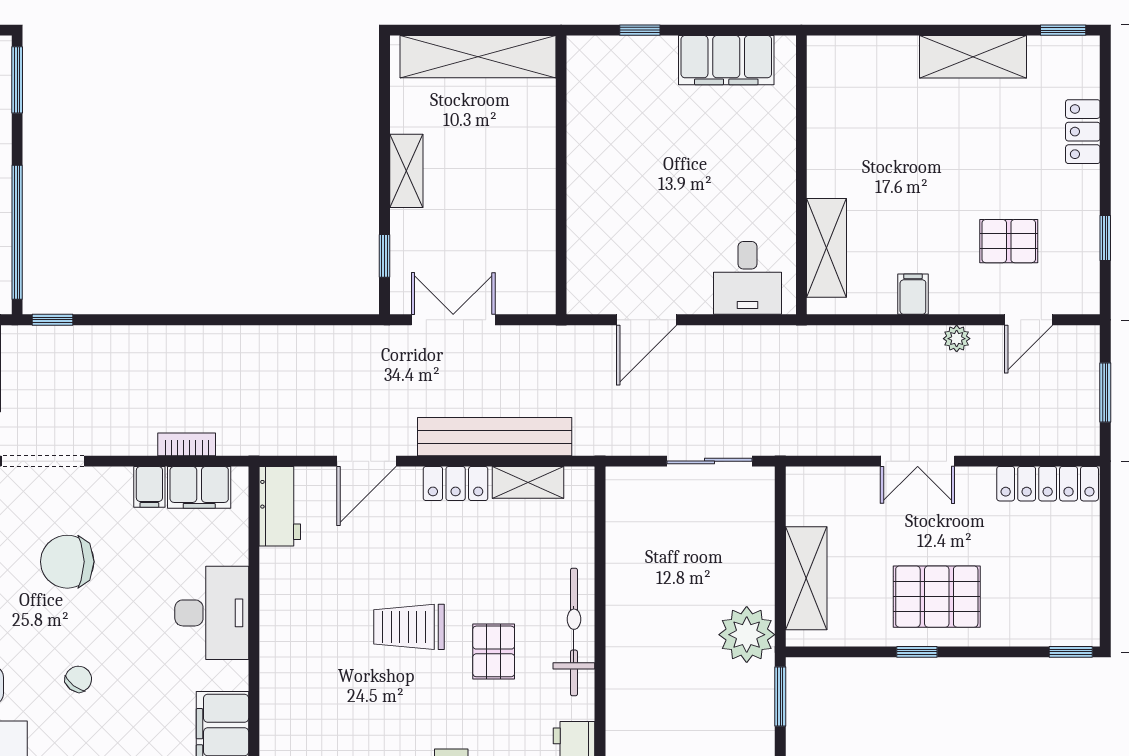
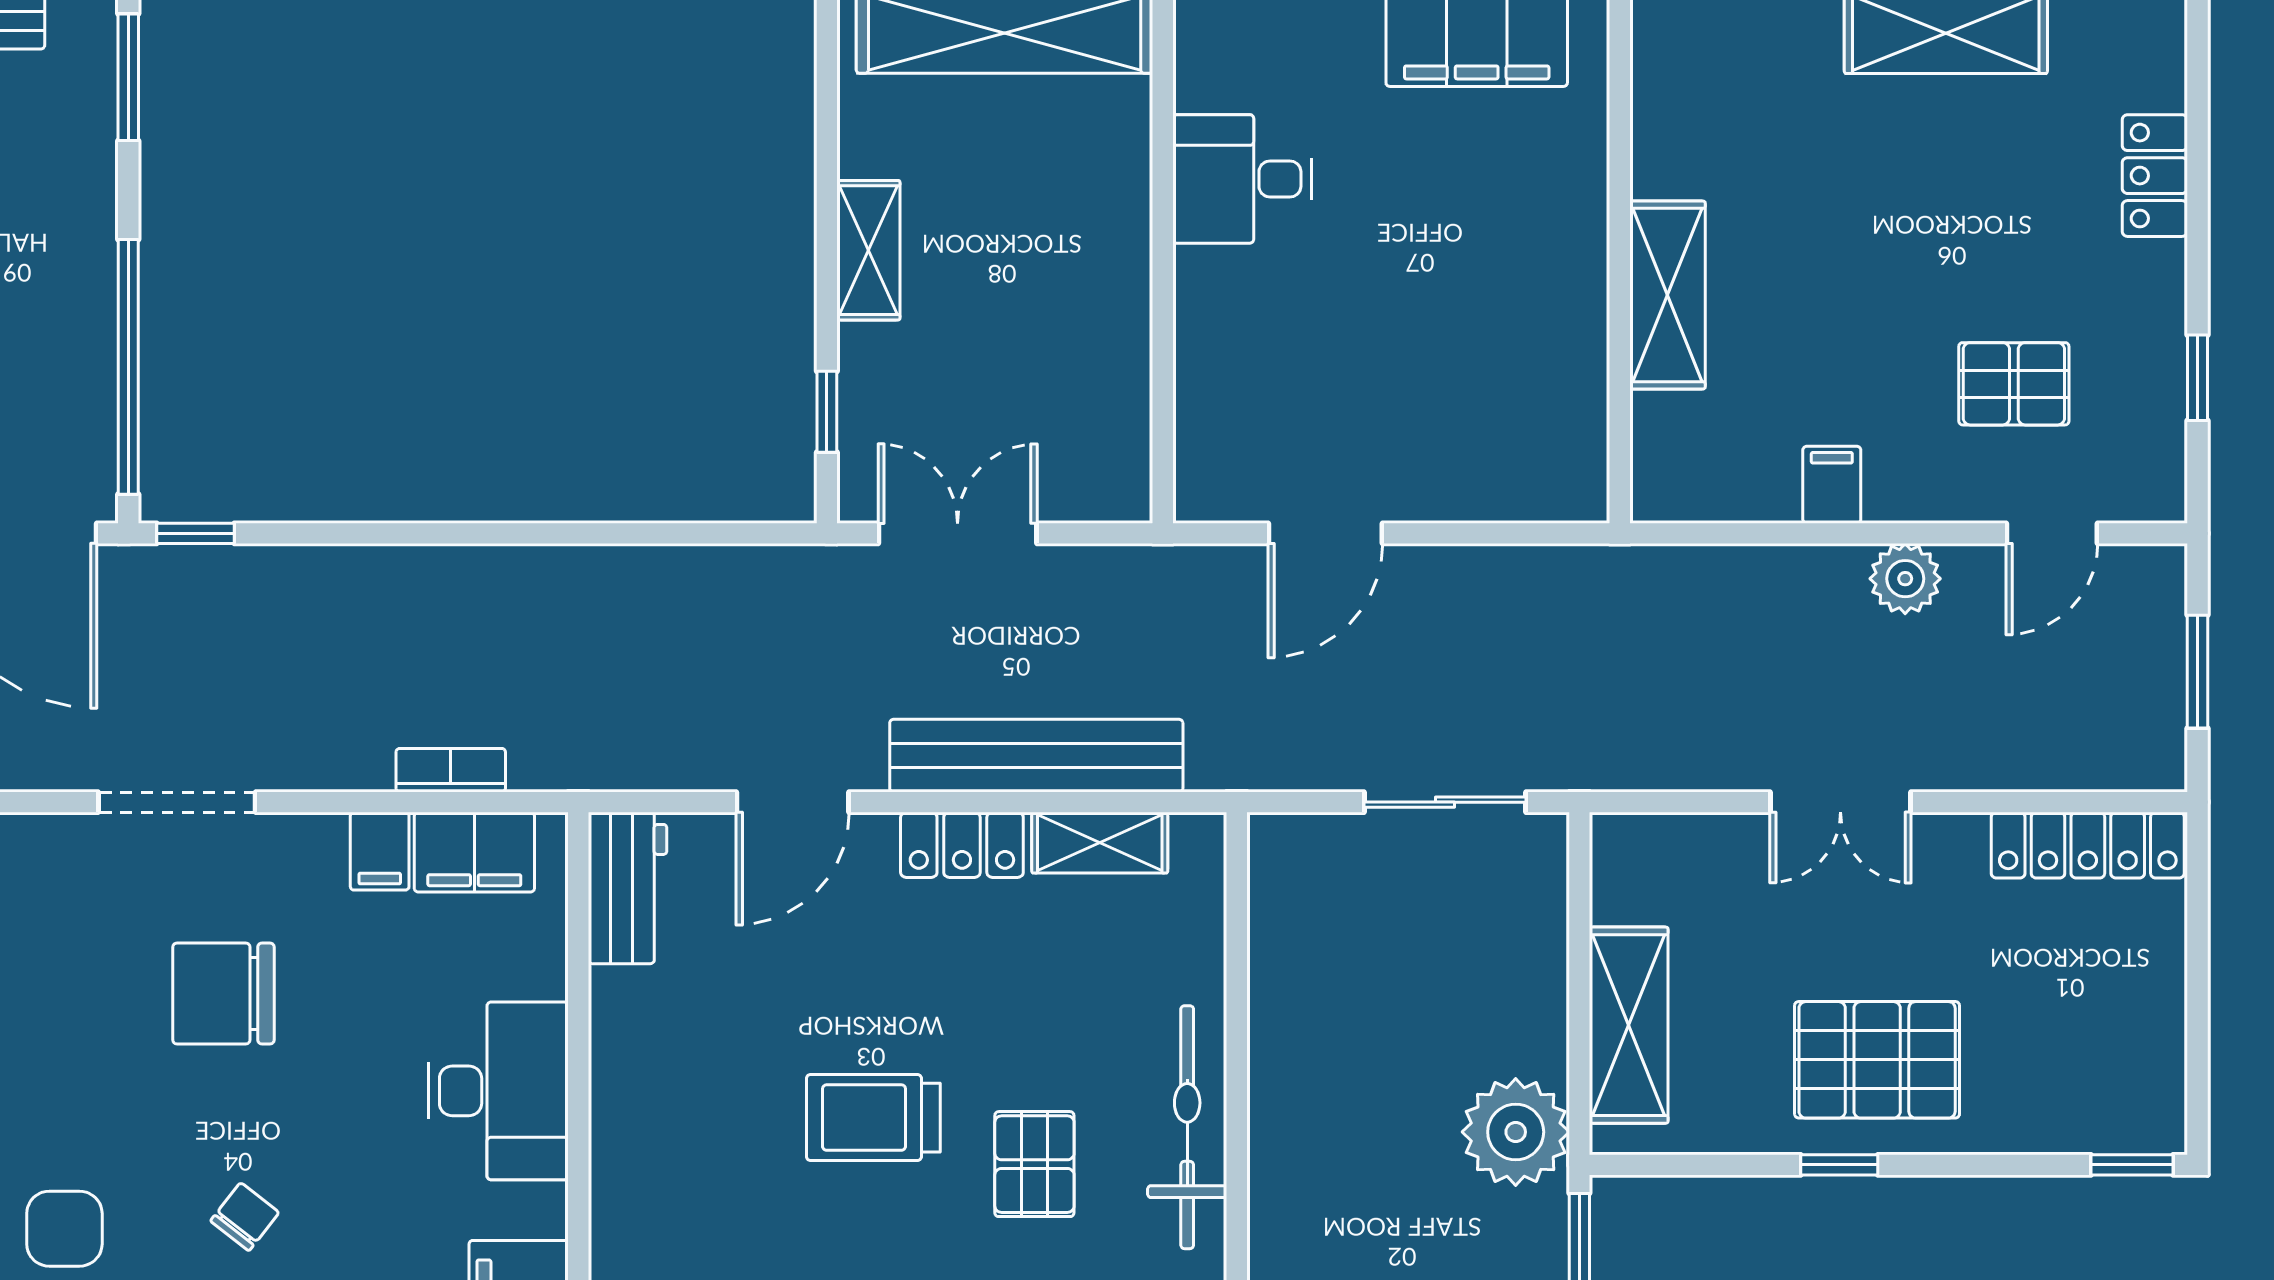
shelving: (827, 248) -> (1667, 295), moved
desk: (747, 278) -> (1242, 179), moved, turned 90
plant: (957, 339) -> (1905, 579), width x1.38, depth x1.38

